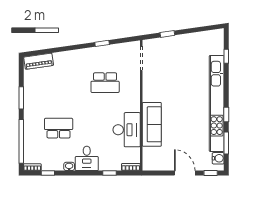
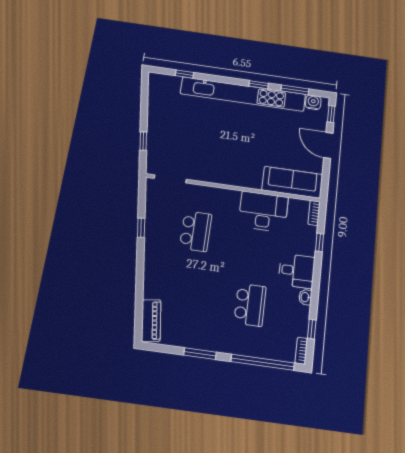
sofa: (152, 124) -> (292, 182), moved
school desk: (59, 128) -> (250, 305), turned 180
door: (185, 173) -> (328, 145), hinge flipped

